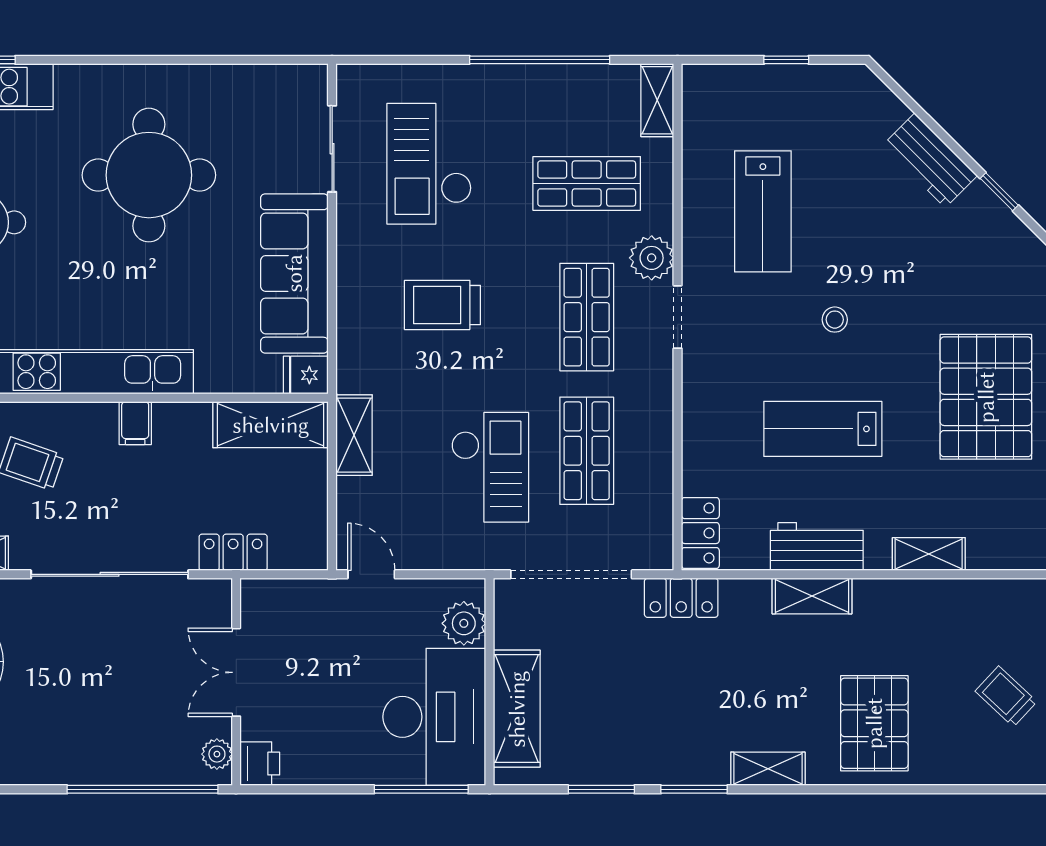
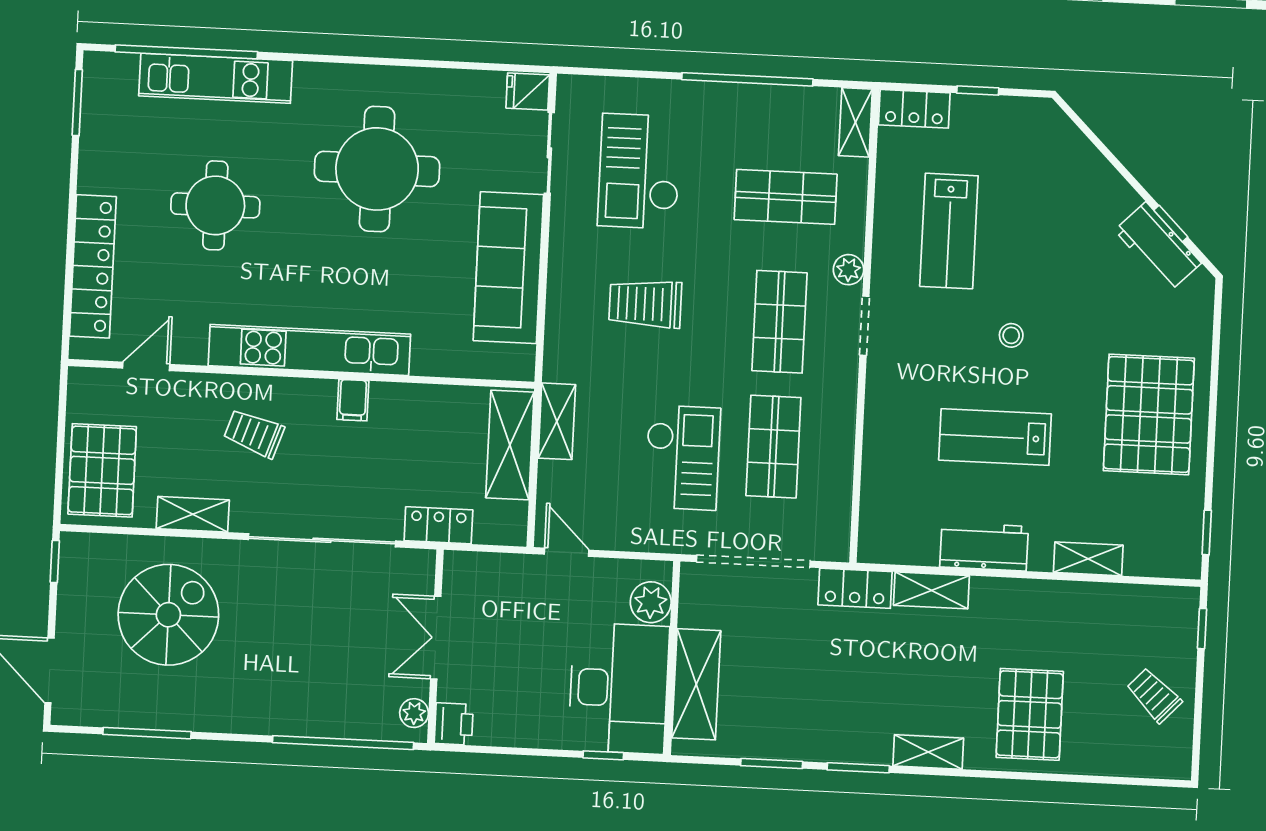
workbench: (930, 160) -> (1158, 247), moved
plant: (652, 258) -> (849, 270), width x0.73, depth x0.73
fridge: (306, 375) -> (528, 92), moved
shelving: (271, 425) -> (510, 445), moved, turned 90
locker: (700, 533) -> (914, 109), moved, turned 90
shelving: (812, 596) -> (931, 590), moved
window: (421, 789) -> (603, 755), width x0.46

